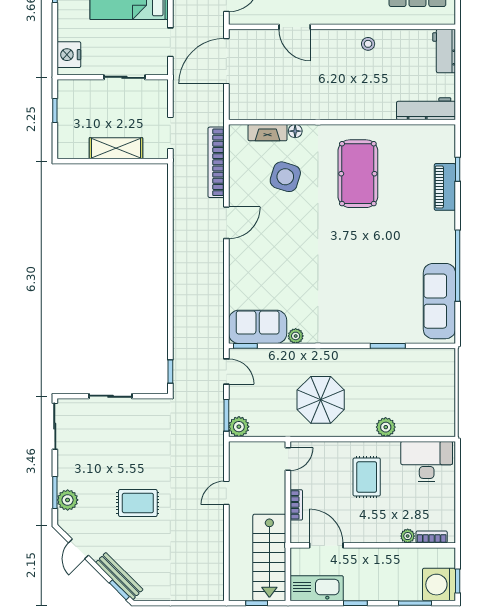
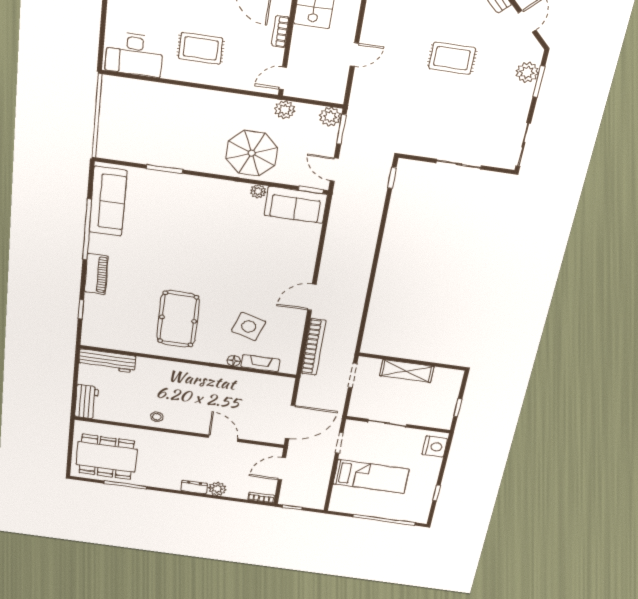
piano: (445, 187) -> (96, 274), moved
parasol: (321, 400) -> (252, 153), moved
plant: (386, 427) -> (285, 110), moved
rug: (367, 477) -> (201, 48), turned 90

